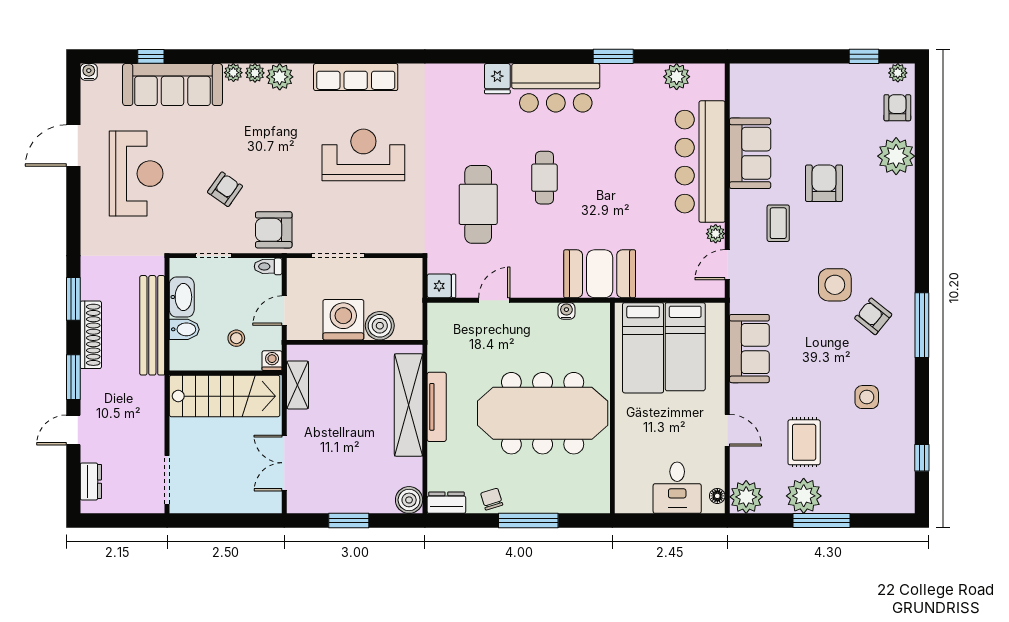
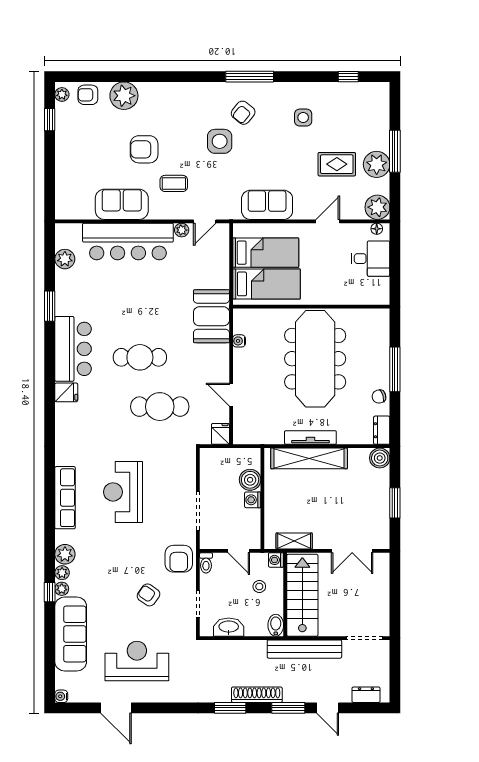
window: (151, 56) -> (50, 592), moved
cafe table: (544, 178) -> (140, 357), width x1.37, depth x1.35
door: (727, 265) -> (205, 221), hinge flipped
washing machine: (343, 320) -> (253, 500), width x0.53, depth x0.53
bench: (152, 325) -> (304, 649), moved
bidet: (184, 329) -> (276, 625), moved

